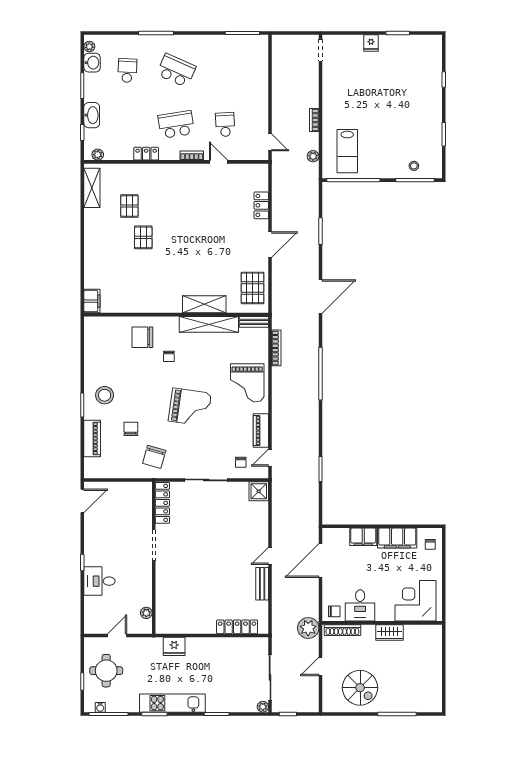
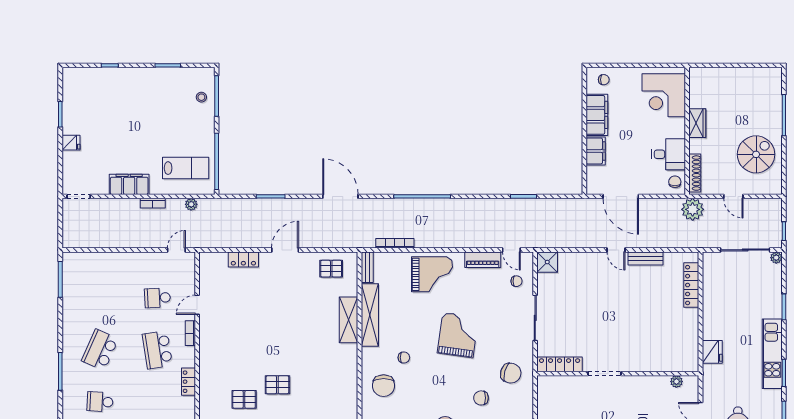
filing cabinet: (332, 98) -> (129, 184), added
door: (270, 245) -> (285, 250), hinge flipped
pallet: (253, 288) -> (331, 269), width x0.67, depth x0.71

